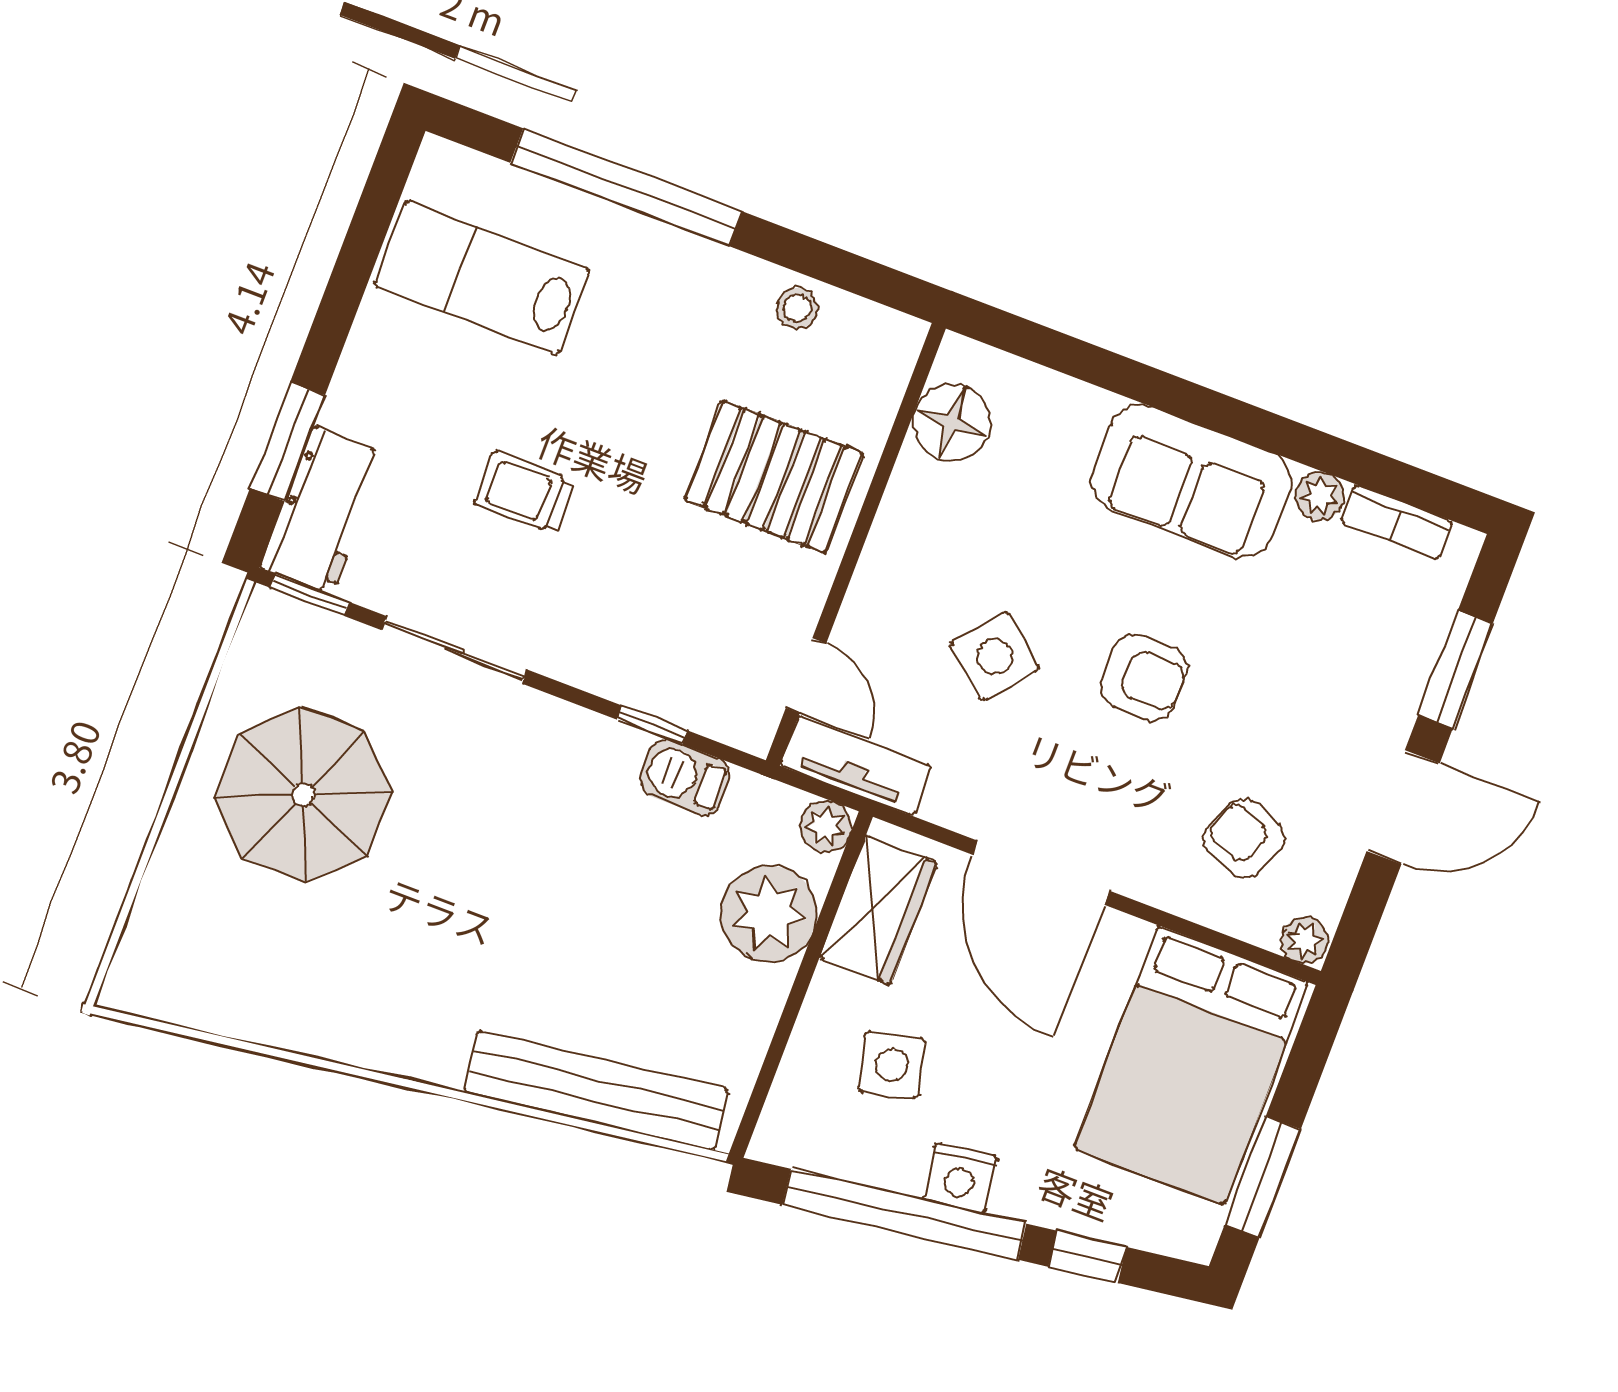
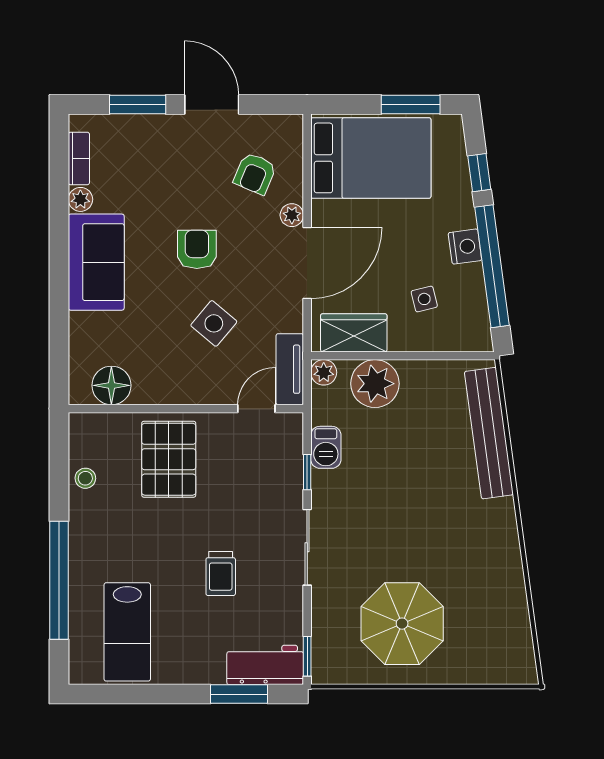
sliding door: (454, 650) -> (307, 547), moved
plant: (1305, 940) -> (292, 215), moved
side table: (891, 1065) -> (424, 299), width x0.73, depth x0.73

